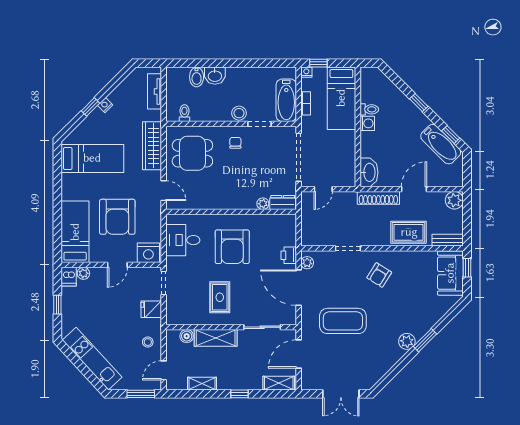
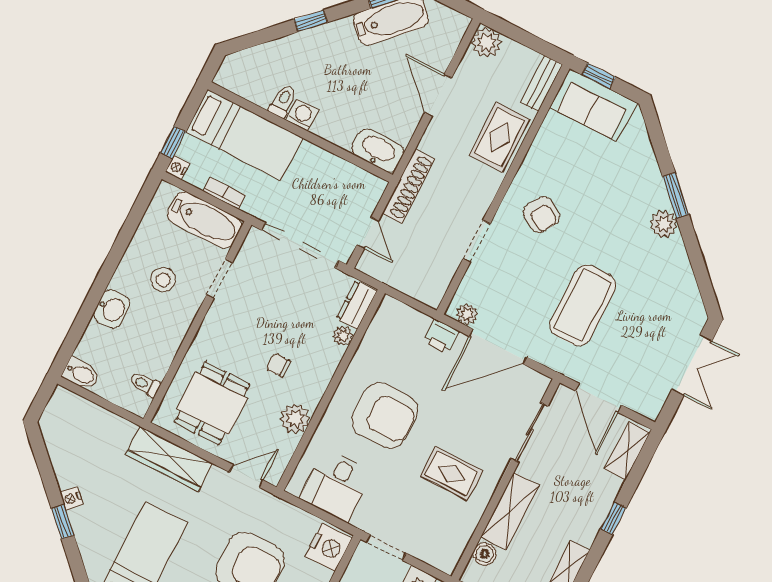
bidet: (197, 77) -> (81, 374), moved
tv unit: (155, 91) -> (89, 413), removed
stool: (239, 113) -> (163, 280), moved
chair: (235, 143) -> (278, 365), moved
shoe rack: (378, 198) -> (408, 186), moved
plant: (207, 201) -> (295, 419), added

